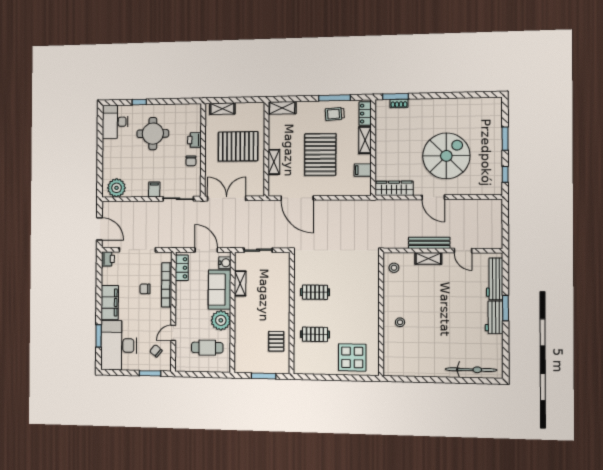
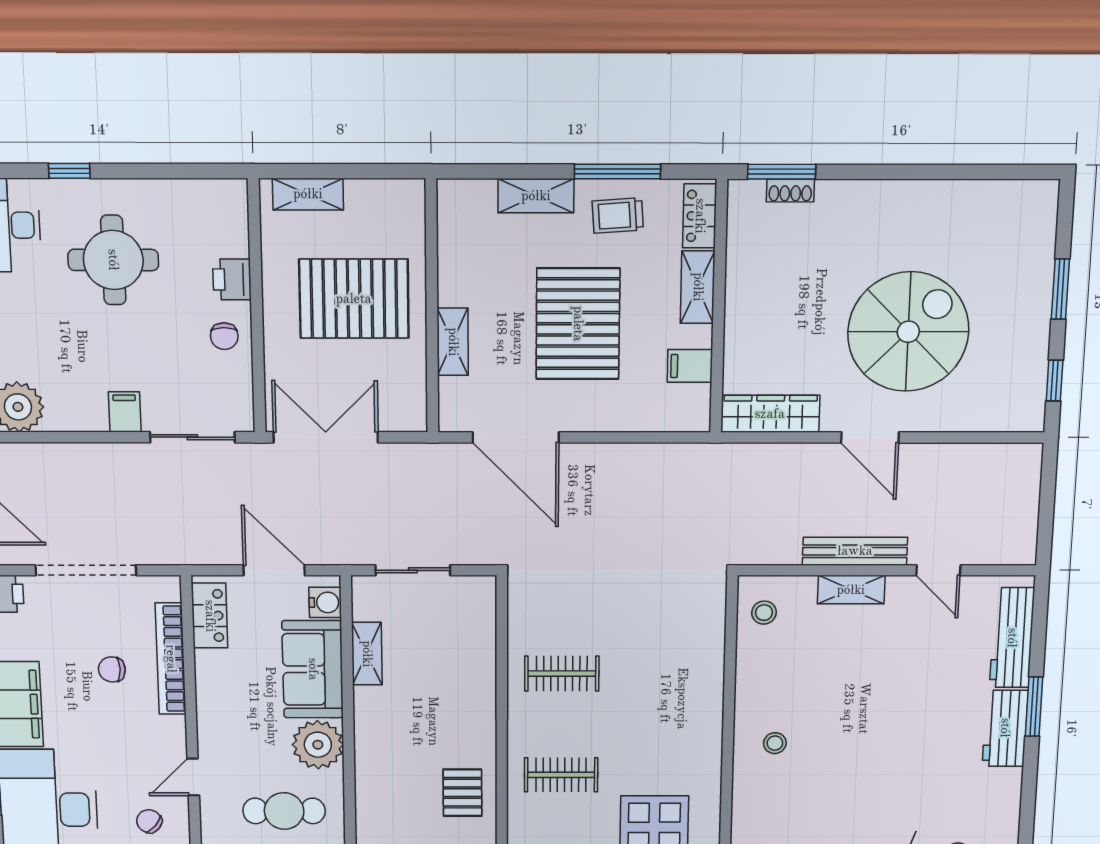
shelving: (282, 108) -> (536, 196), moved

